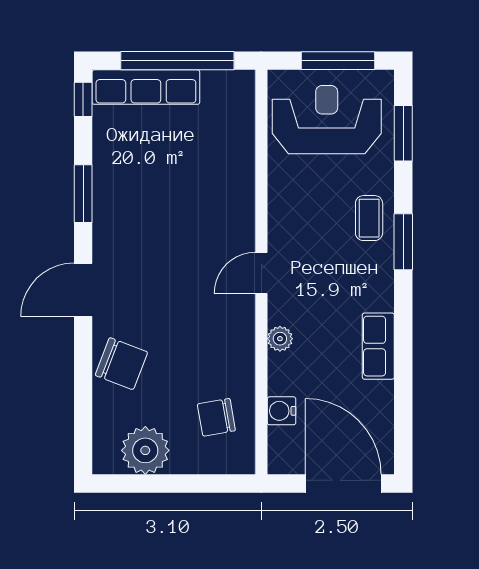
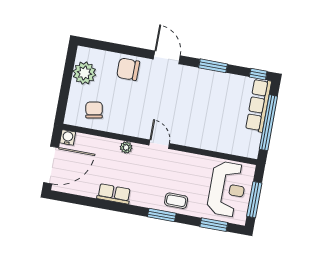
chair: (121, 364) -> (128, 69), turned 69
water cooler: (282, 411) -> (68, 137), moved

